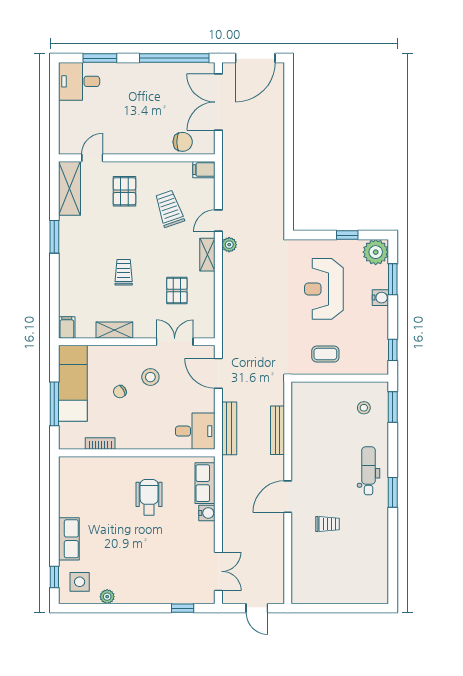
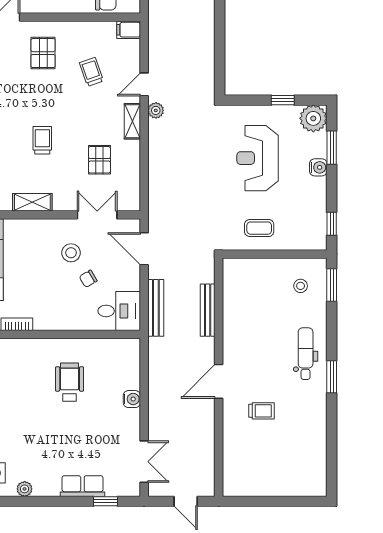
trolley: (169, 209) -> (91, 72), width x0.73, depth x0.72
chair: (120, 392) -> (88, 279), moved
row of seats: (205, 483) -> (82, 486), moved, turned 90

